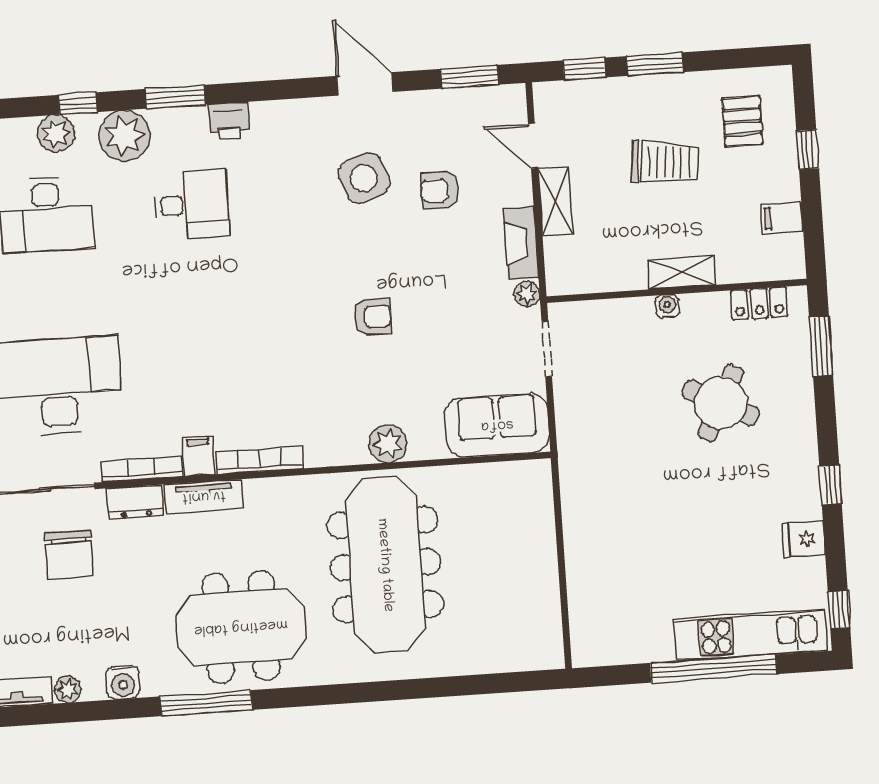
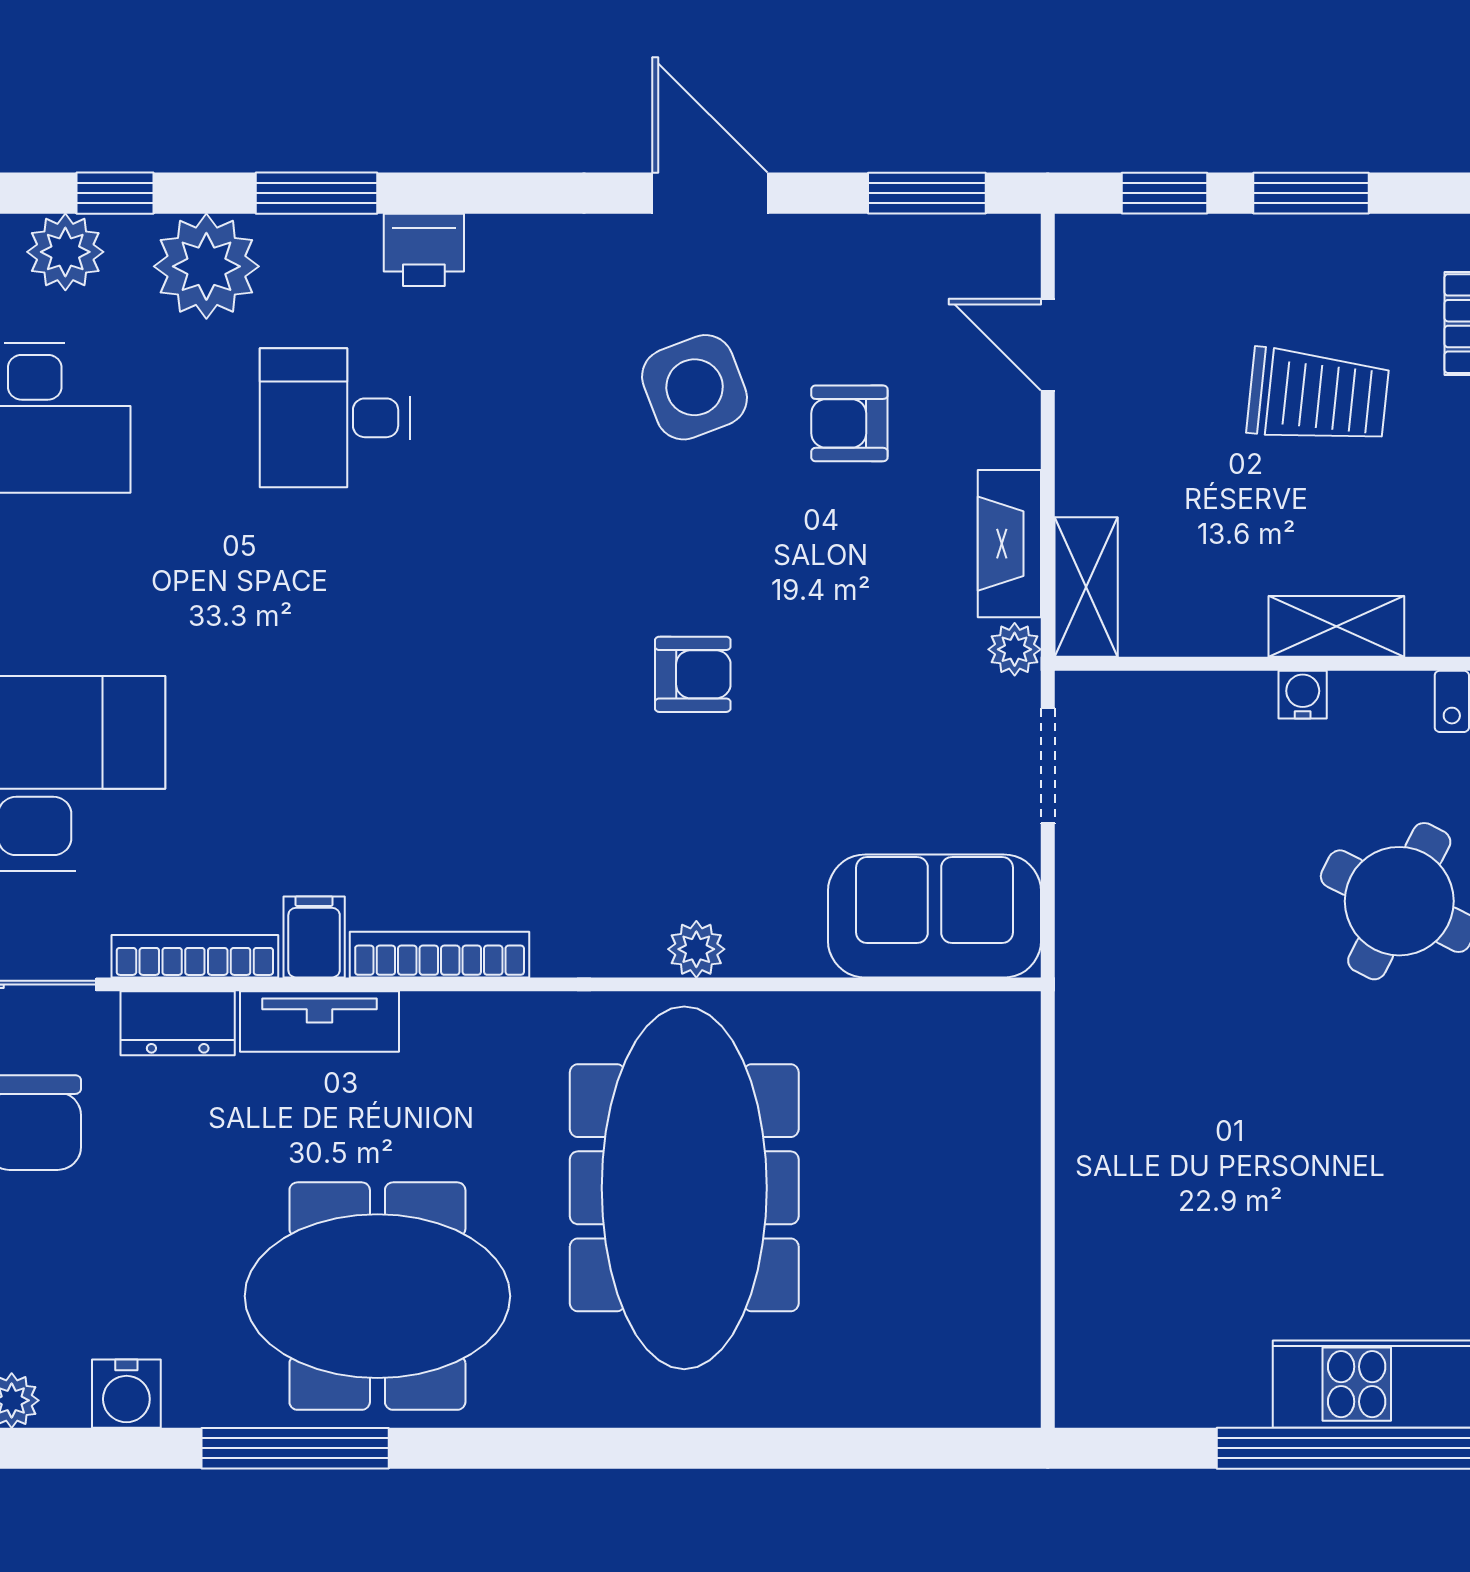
shelving: (555, 201) -> (1086, 587), moved
desk: (191, 205) -> (335, 418), turned 180
plant: (388, 444) -> (696, 949), width x0.73, depth x0.73

